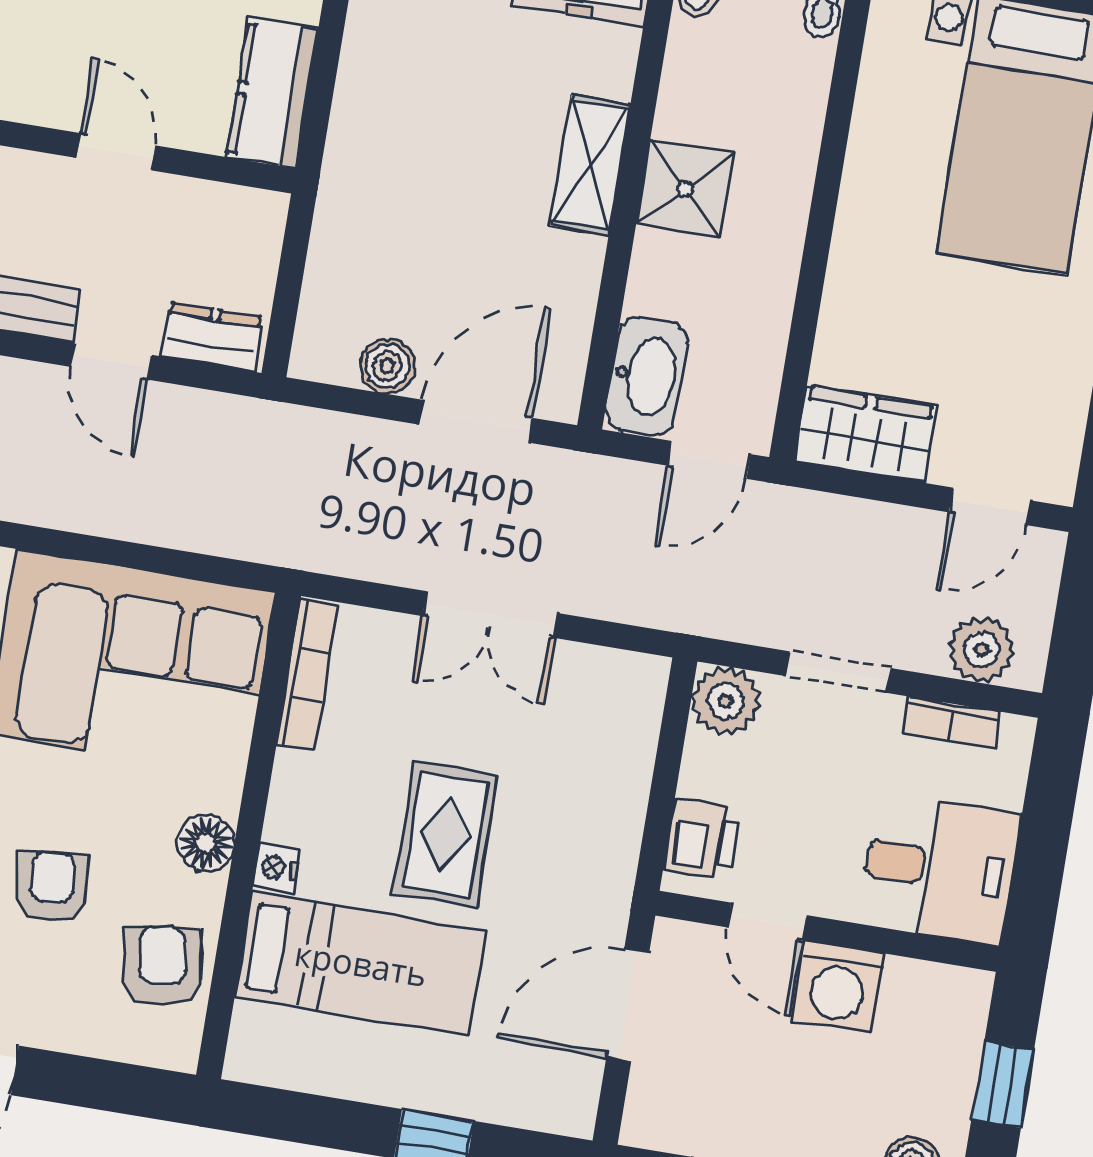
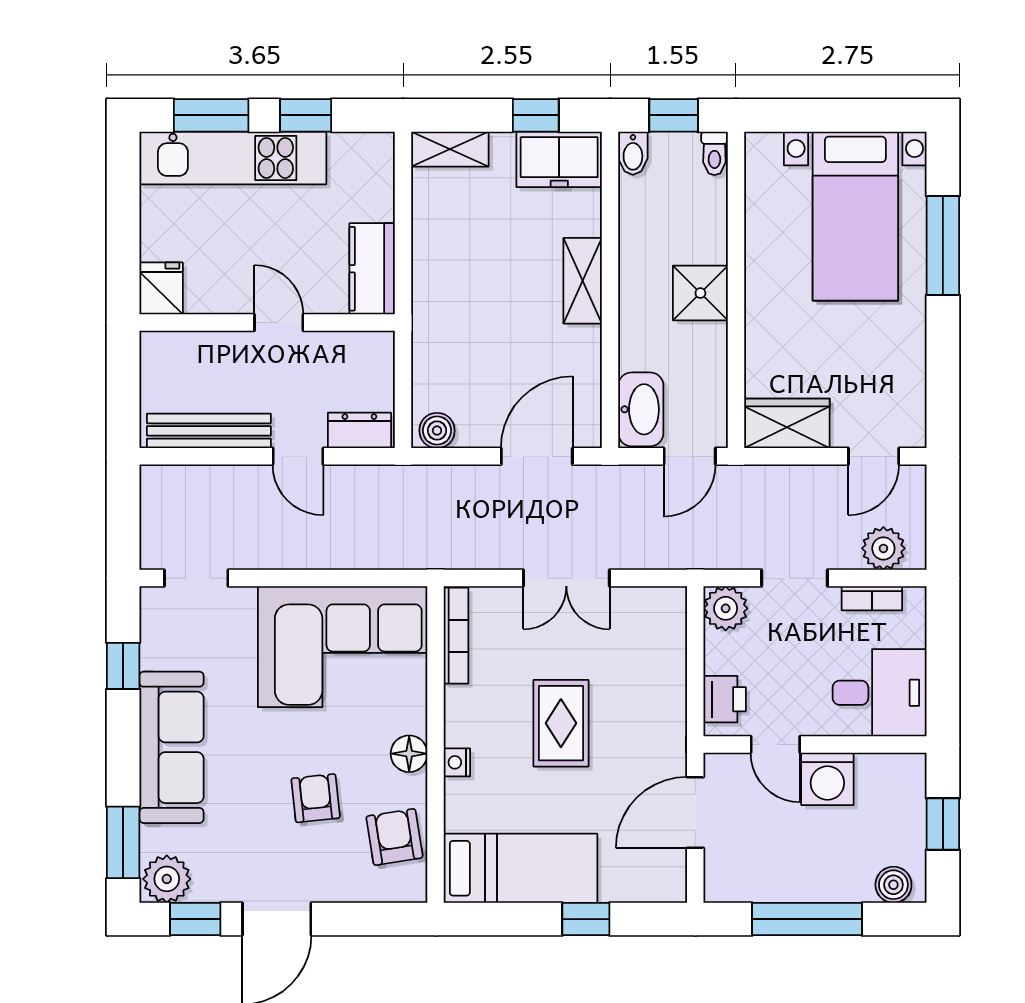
shower: (685, 189) -> (700, 293), moved
boiler: (387, 366) -> (437, 431), moved
bed: (361, 963) -> (521, 868), moved

